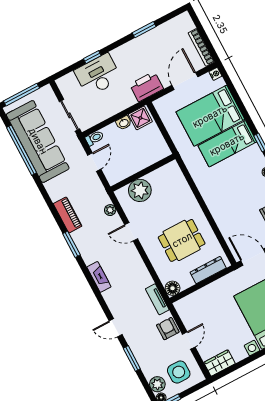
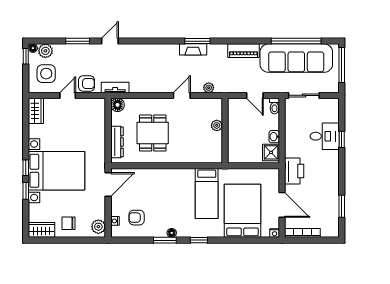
window: (144, 30) -> (342, 206), moved
desk: (98, 75) -> (325, 136), width x0.73
bed: (227, 144) -> (207, 193), moved, turned 180
plant: (140, 190) -> (217, 125), width x0.53, depth x0.53
piano: (68, 215) -> (243, 51), moved
fireplace: (99, 277) -> (193, 49), moved
door: (189, 341) -> (68, 95), swing flipped

